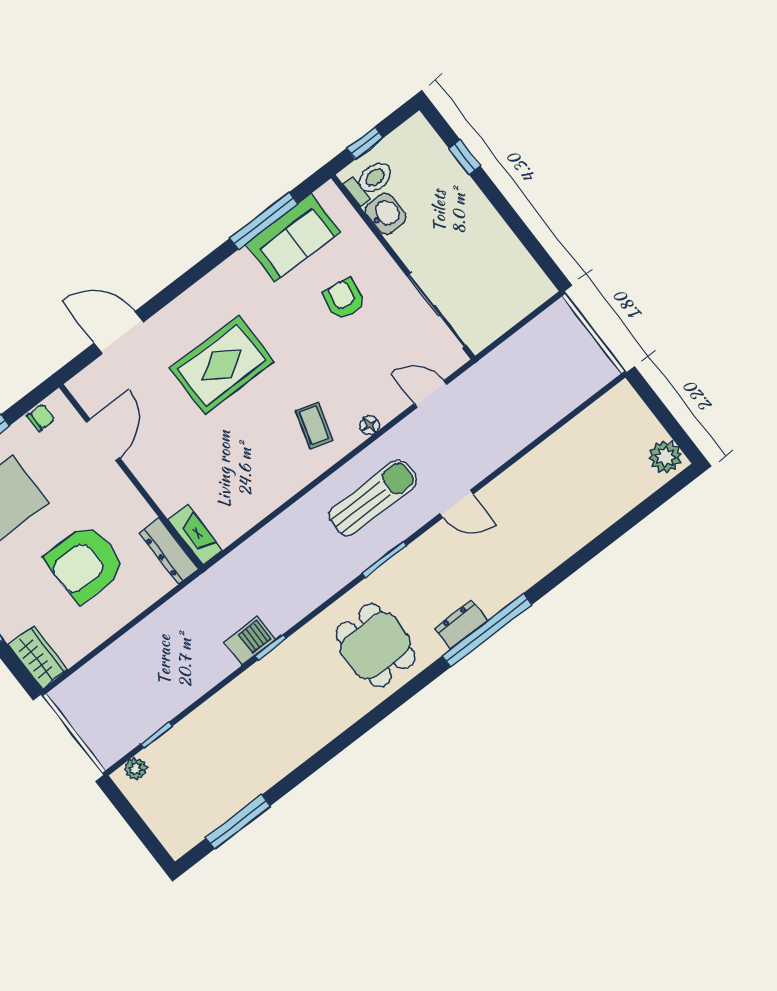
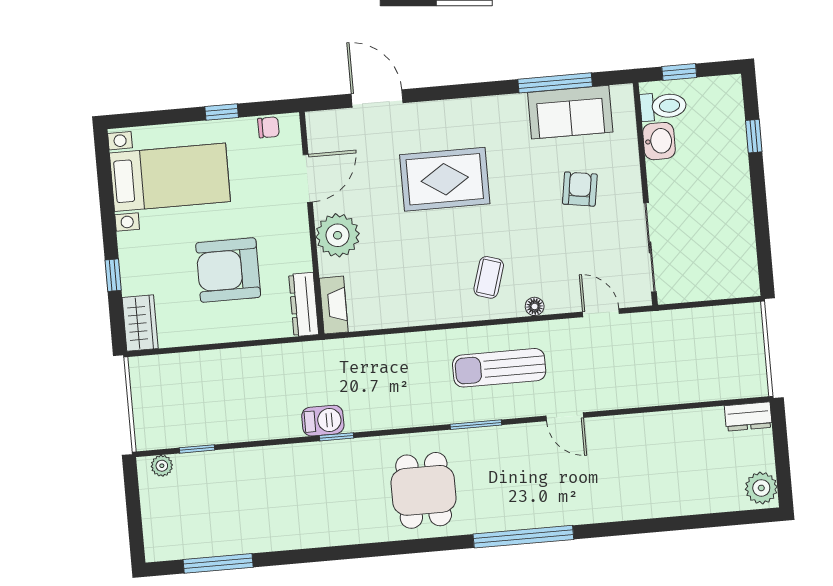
plant: (160, 473) -> (338, 235), added
sun lounger: (373, 498) -> (499, 368), turned 180
dresser: (461, 625) -> (748, 416), moved, turned 180

